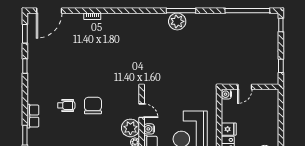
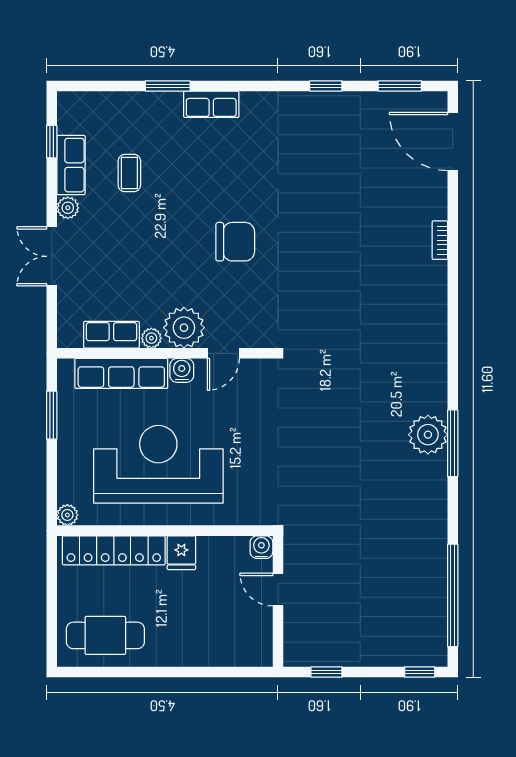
wheelchair: (66, 105) -> (235, 181), removed

